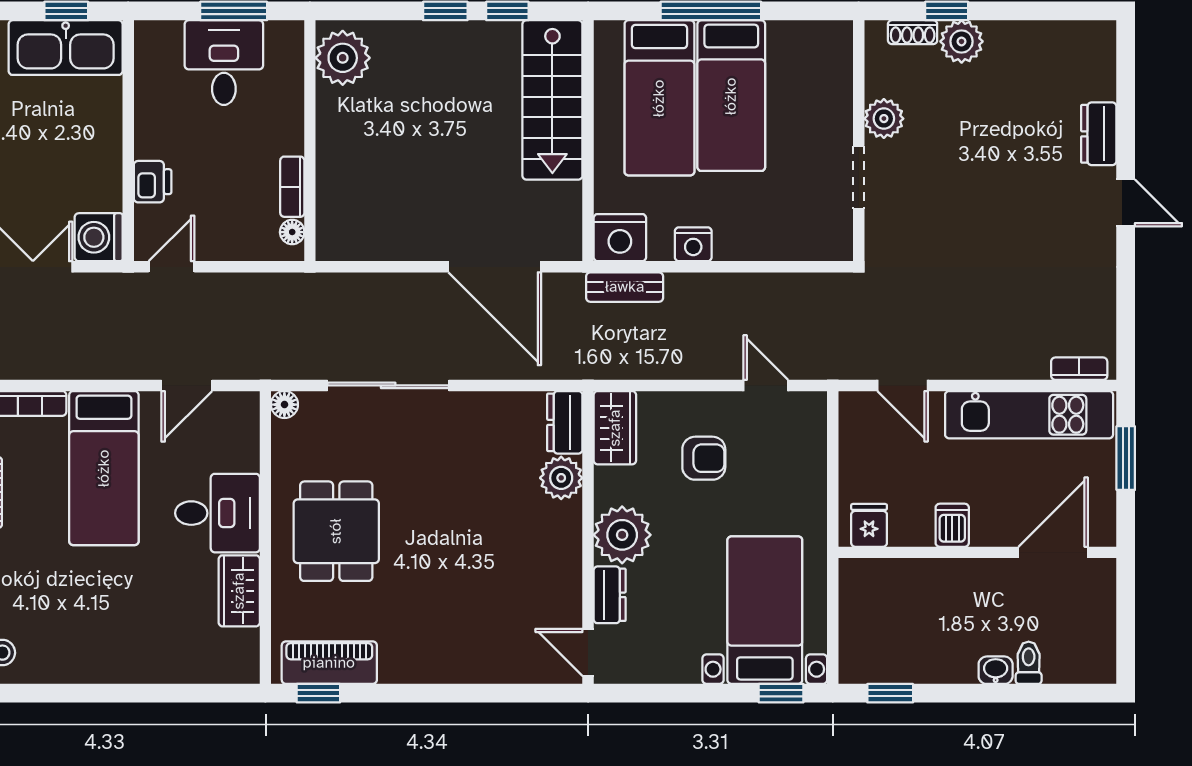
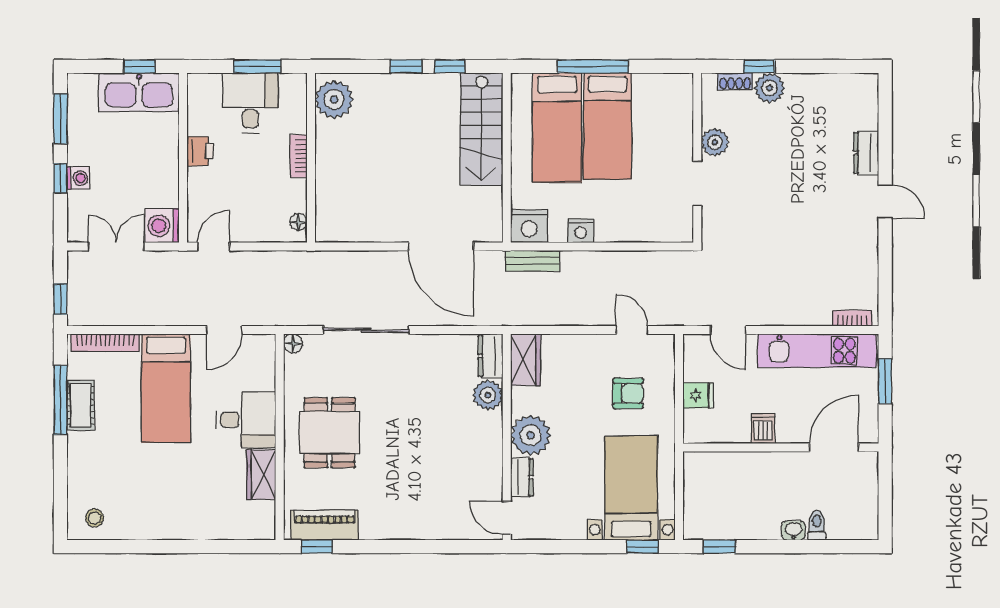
printer: (153, 182) -> (200, 151), moved
bookcase: (292, 187) -> (299, 156), moved
armchair: (704, 458) -> (628, 393), moved
fridge: (869, 525) -> (698, 395), moved, turned 90

